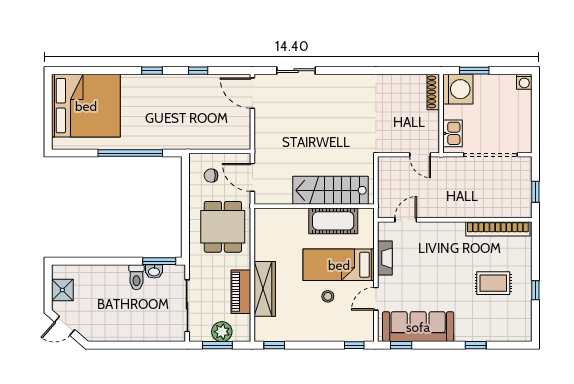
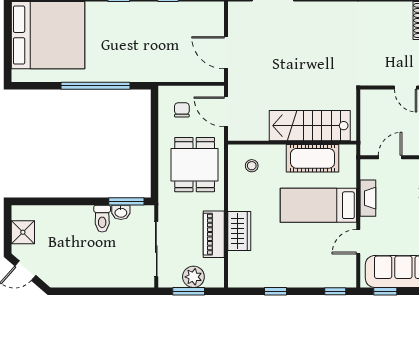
door: (252, 93) -> (226, 53), moved
chair: (211, 176) -> (182, 110), turned 90
wardrobe: (265, 289) -> (239, 231), width x0.67
stool: (328, 296) -> (252, 166), moved
window: (274, 345) -> (275, 291), moved

